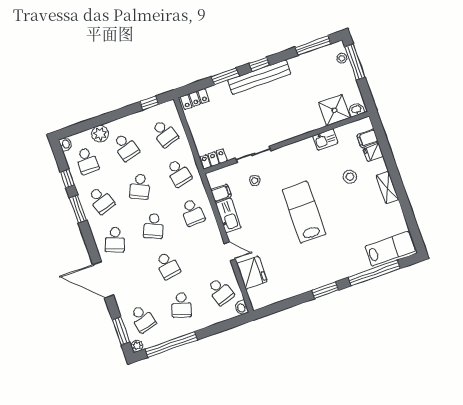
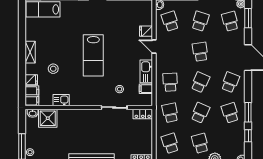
filing cabinet: (367, 138) -> (32, 96), width x2.00
school desk: (87, 161) -> (230, 143), removed
fridge: (252, 273) -> (146, 31), width x0.53, depth x0.75

